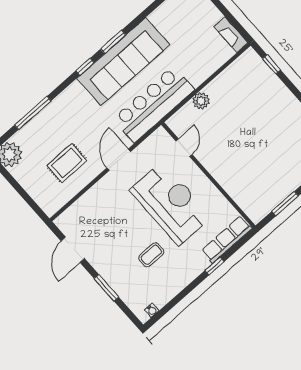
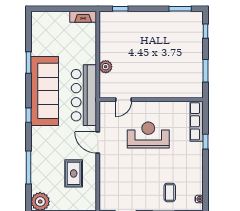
window: (113, 42) -> (28, 62), moved
door: (184, 148) -> (124, 100), swing flipped
reception desk: (171, 203) -> (148, 135), width x0.74, depth x0.77
coffee table: (151, 255) -> (170, 192), moved

